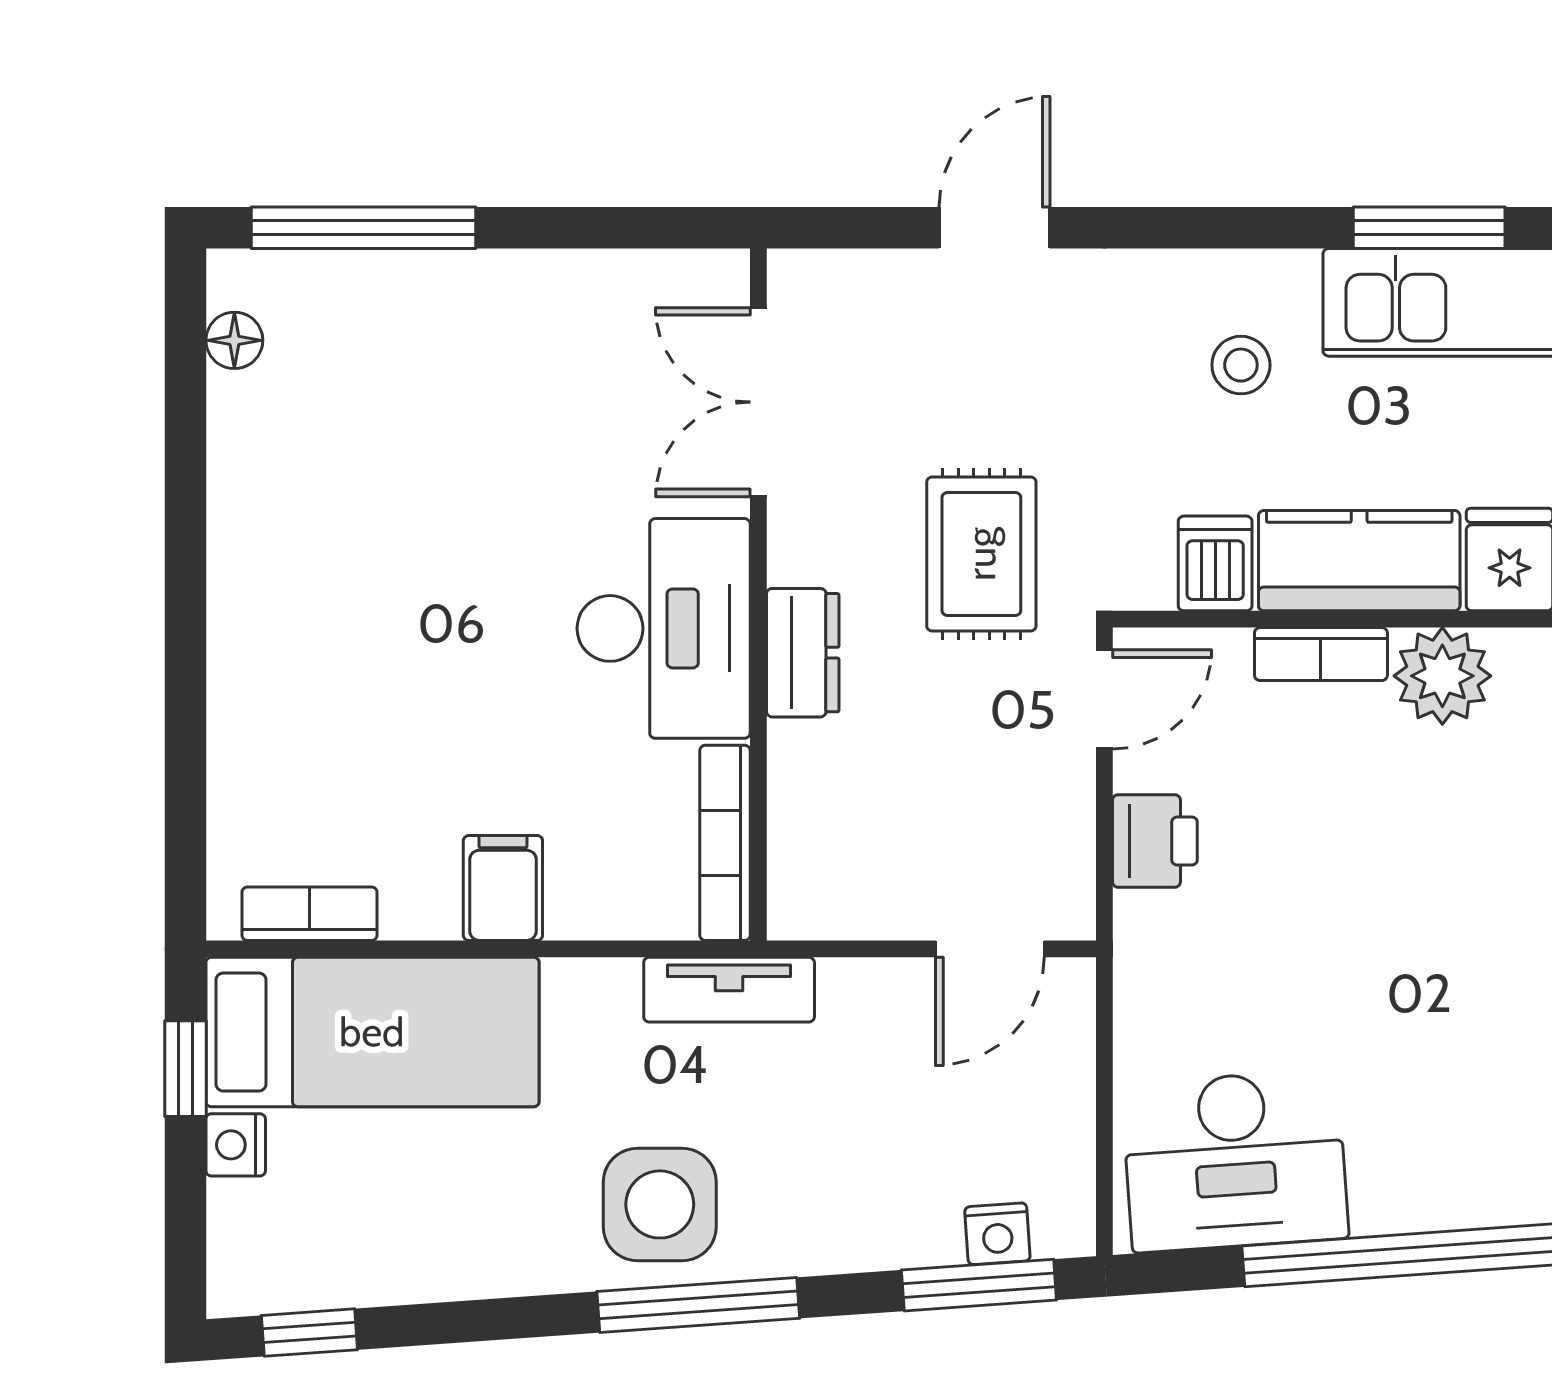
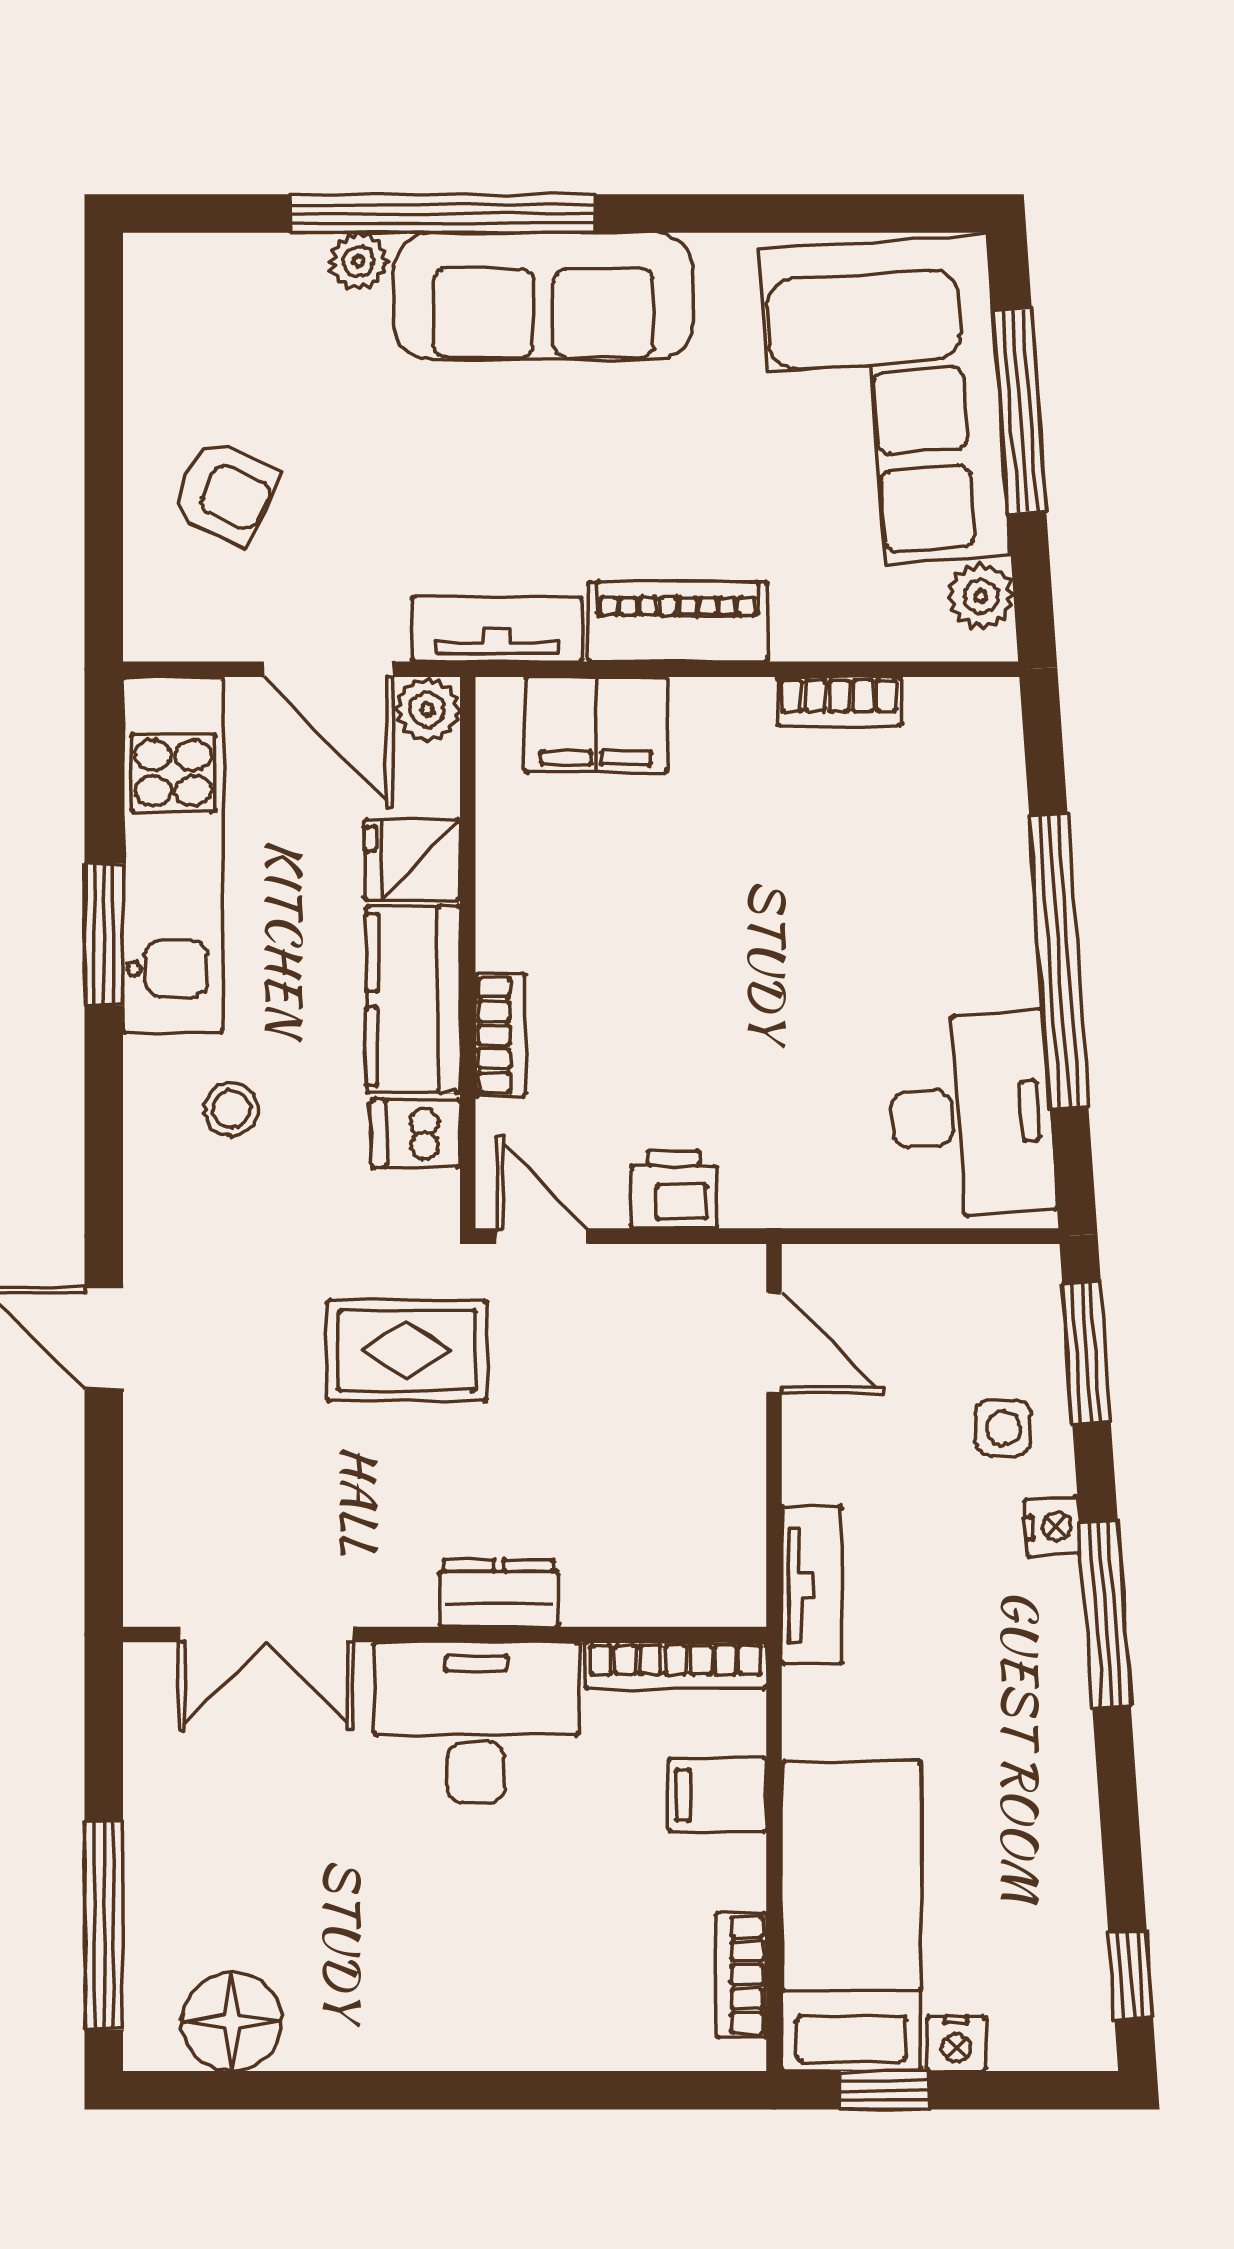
floor lamp: (234, 340) -> (232, 2021), width x1.89, depth x1.89
double door: (758, 402) -> (266, 1635), moved
wall: (758, 595) -> (445, 1635), moved
desk: (664, 628) -> (476, 1722), moved
dresser: (803, 653) -> (499, 1593), moved
plant: (1442, 676) -> (520, 922), removed
bookcase: (725, 843) -> (676, 1665), moved
side table: (660, 1204) -> (1003, 1428), moved, width x0.54, depth x0.54
nightstand: (997, 1234) -> (1052, 1527), moved

